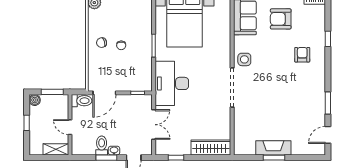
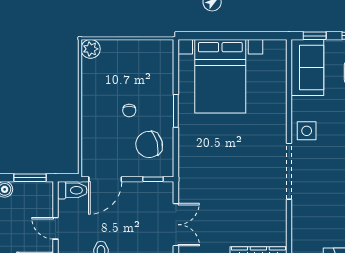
chair: (102, 43) -> (149, 144), moved, width x1.87, depth x1.87
desk: (172, 83) -> (202, 165), removed

